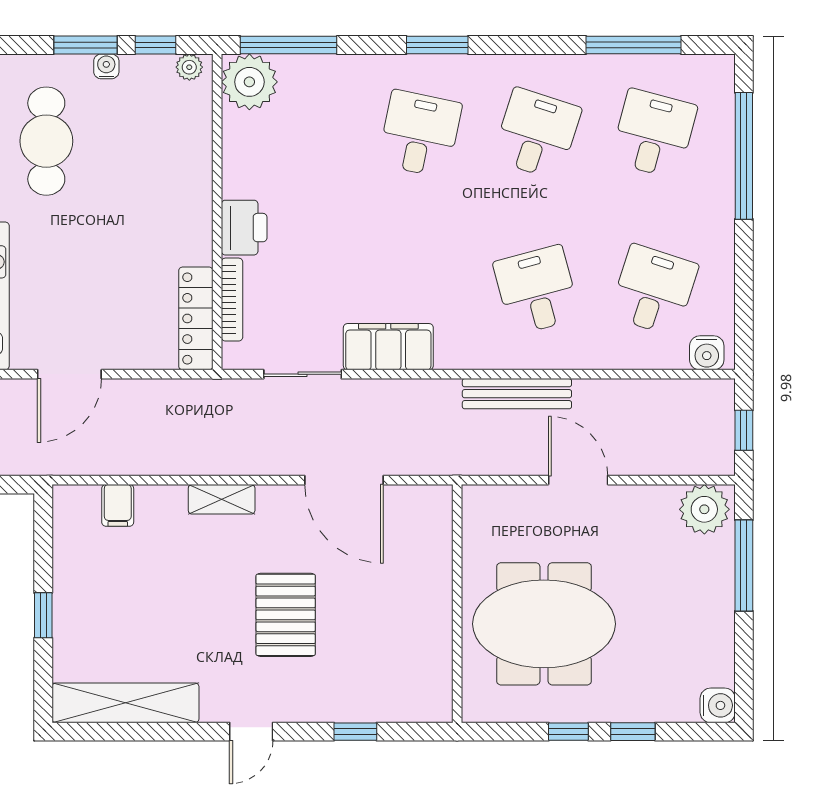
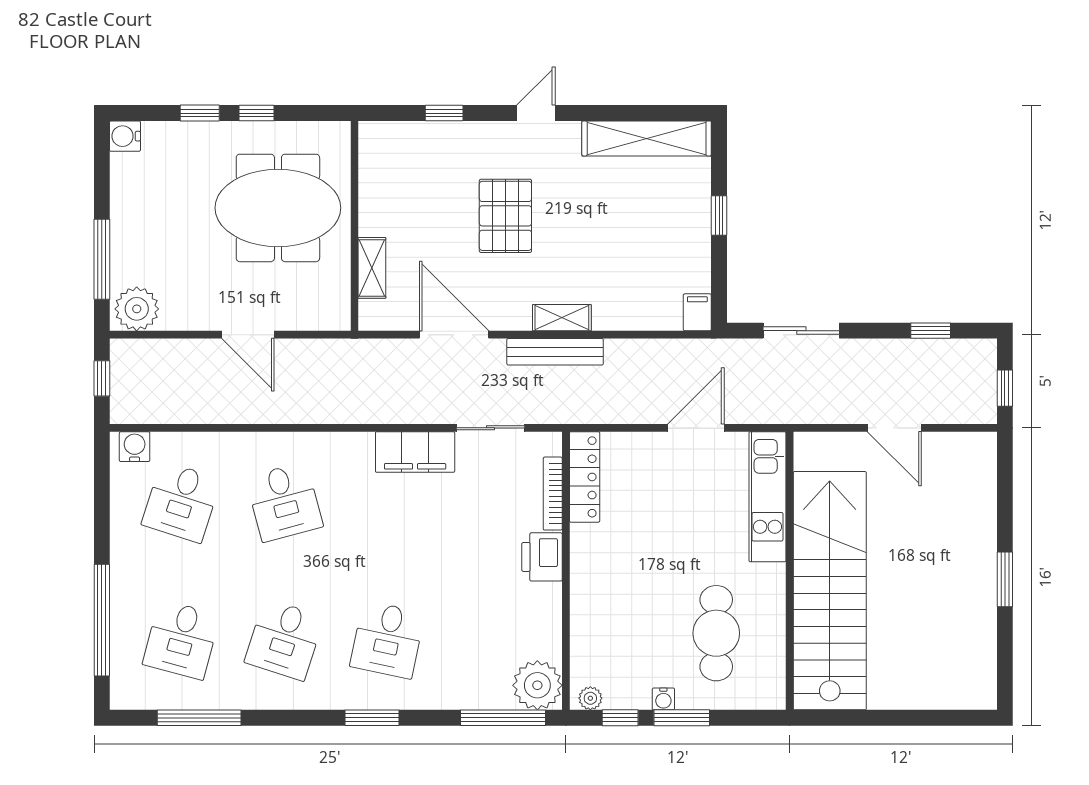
bench: (517, 394) -> (555, 352), moved
filing cabinet: (118, 505) -> (697, 312), moved
shelving: (437, 556) -> (372, 268), added

